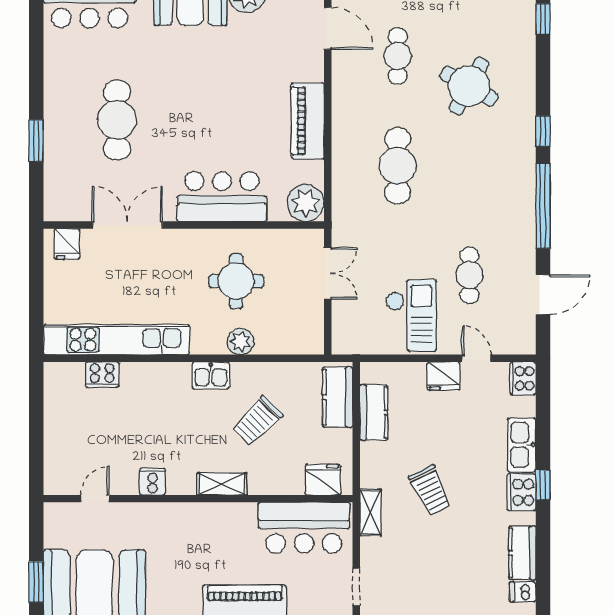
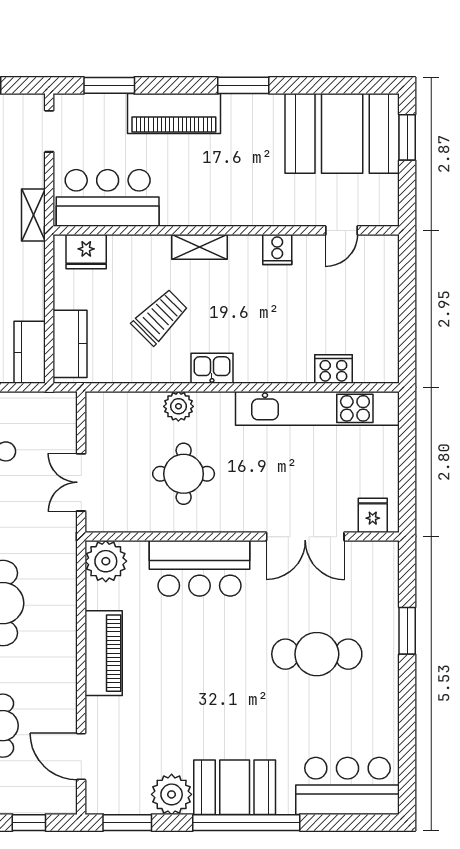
cafe table: (117, 120) -> (317, 654), turned 90
kitchen counter: (374, 412) -> (30, 352), moved

